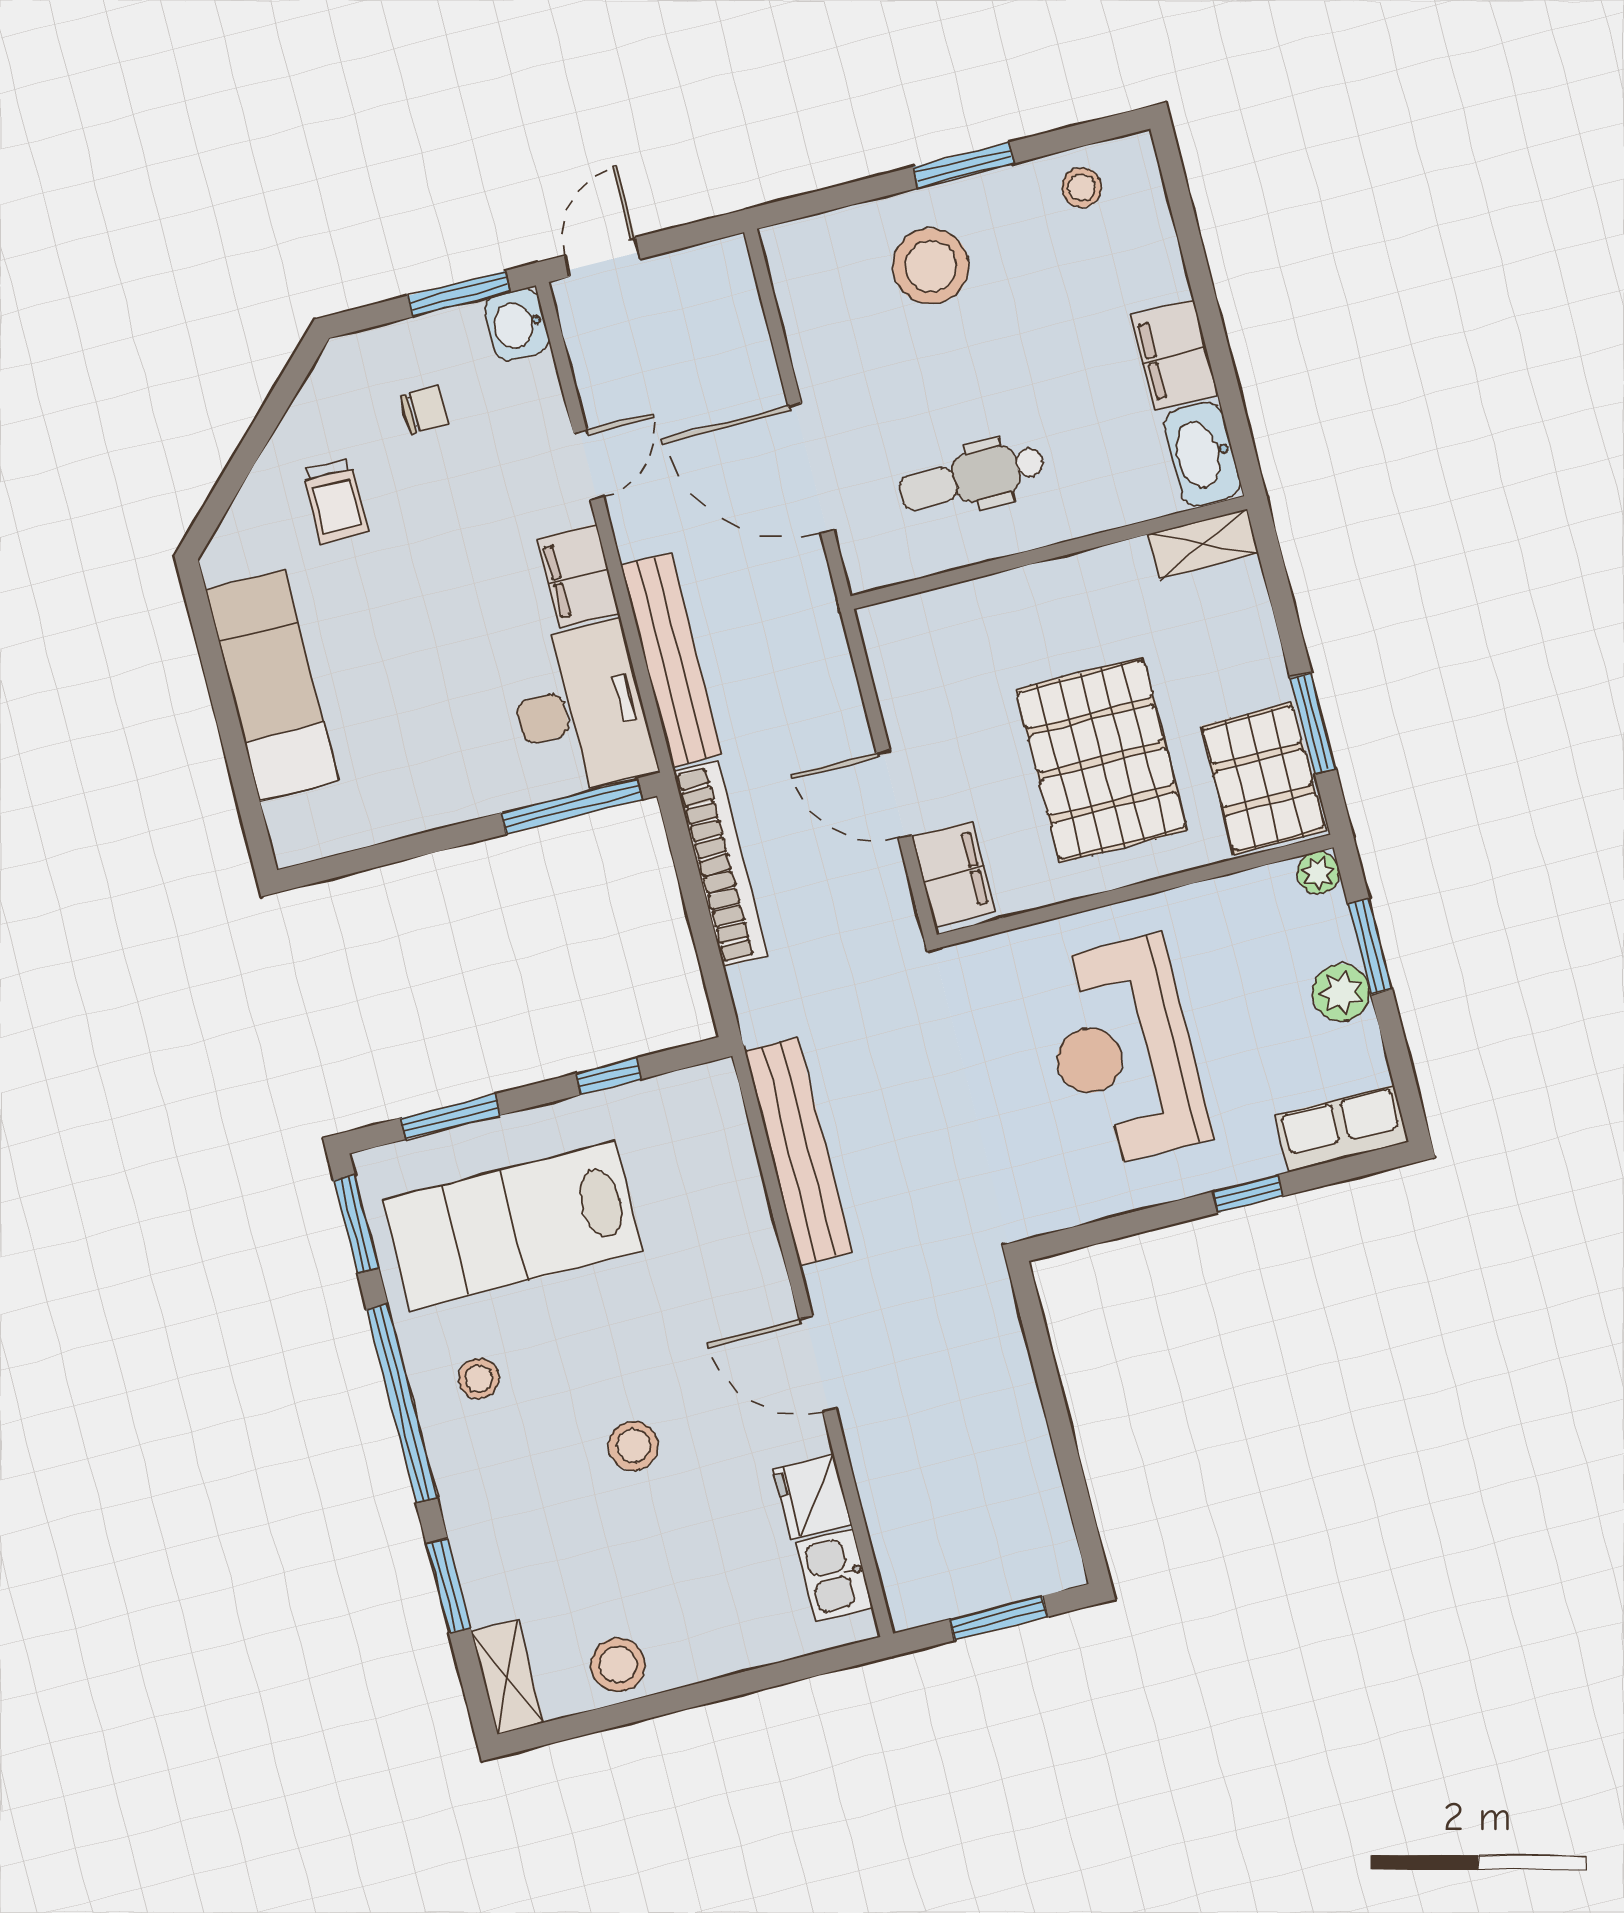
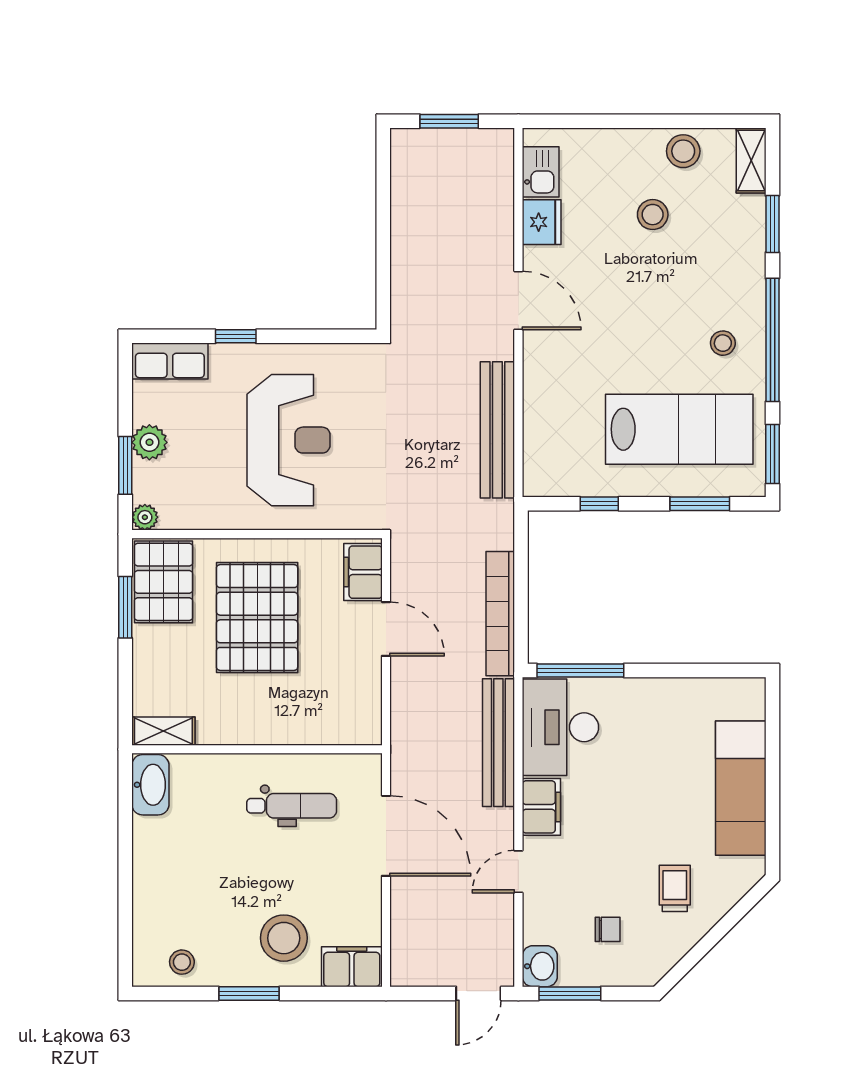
filing cabinet: (1174, 355) -> (352, 967), moved, turned -90
chair: (425, 410) -> (608, 929), turned 180
stool: (633, 1446) -> (653, 215), moved

